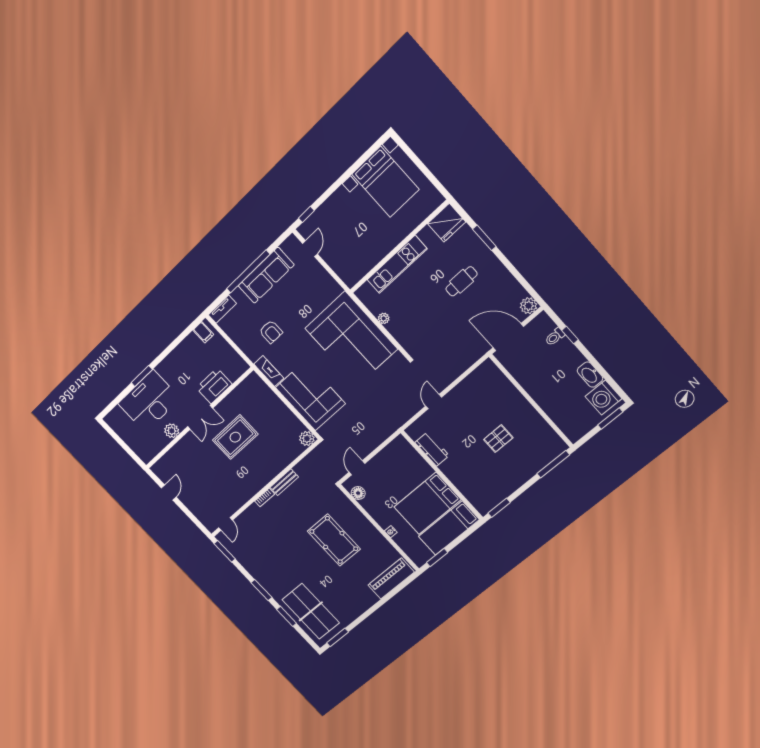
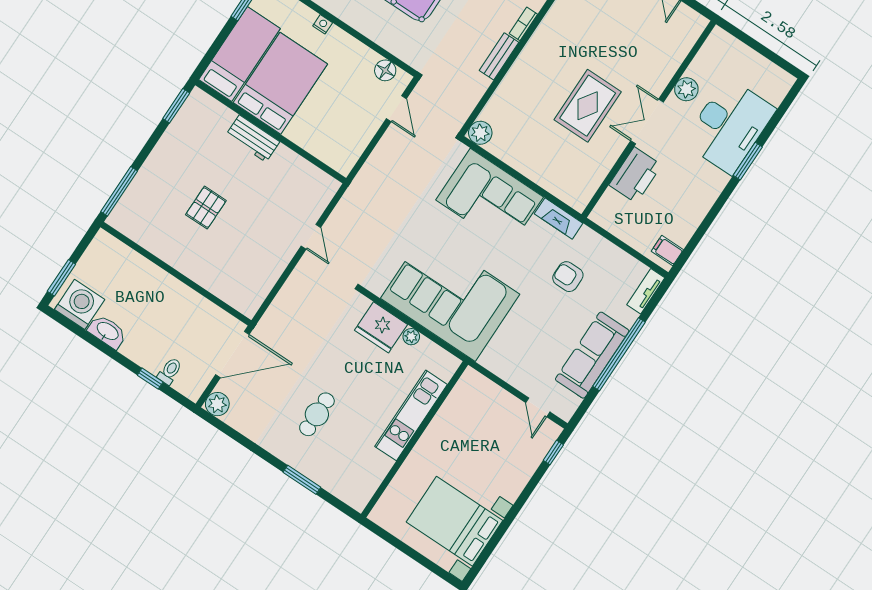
fridge: (447, 223) -> (381, 327), moved, turned -90
workbench: (432, 449) -> (253, 139), moved

